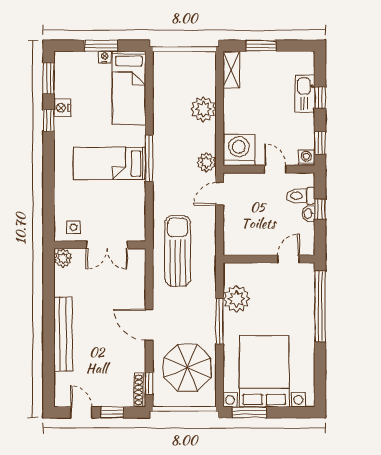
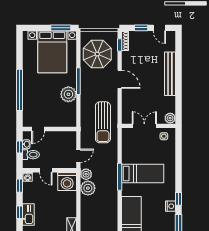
plant: (203, 109) -> (88, 188), moved
wall: (269, 259) -> (49, 129), moved
door: (288, 259) -> (38, 129), moved

